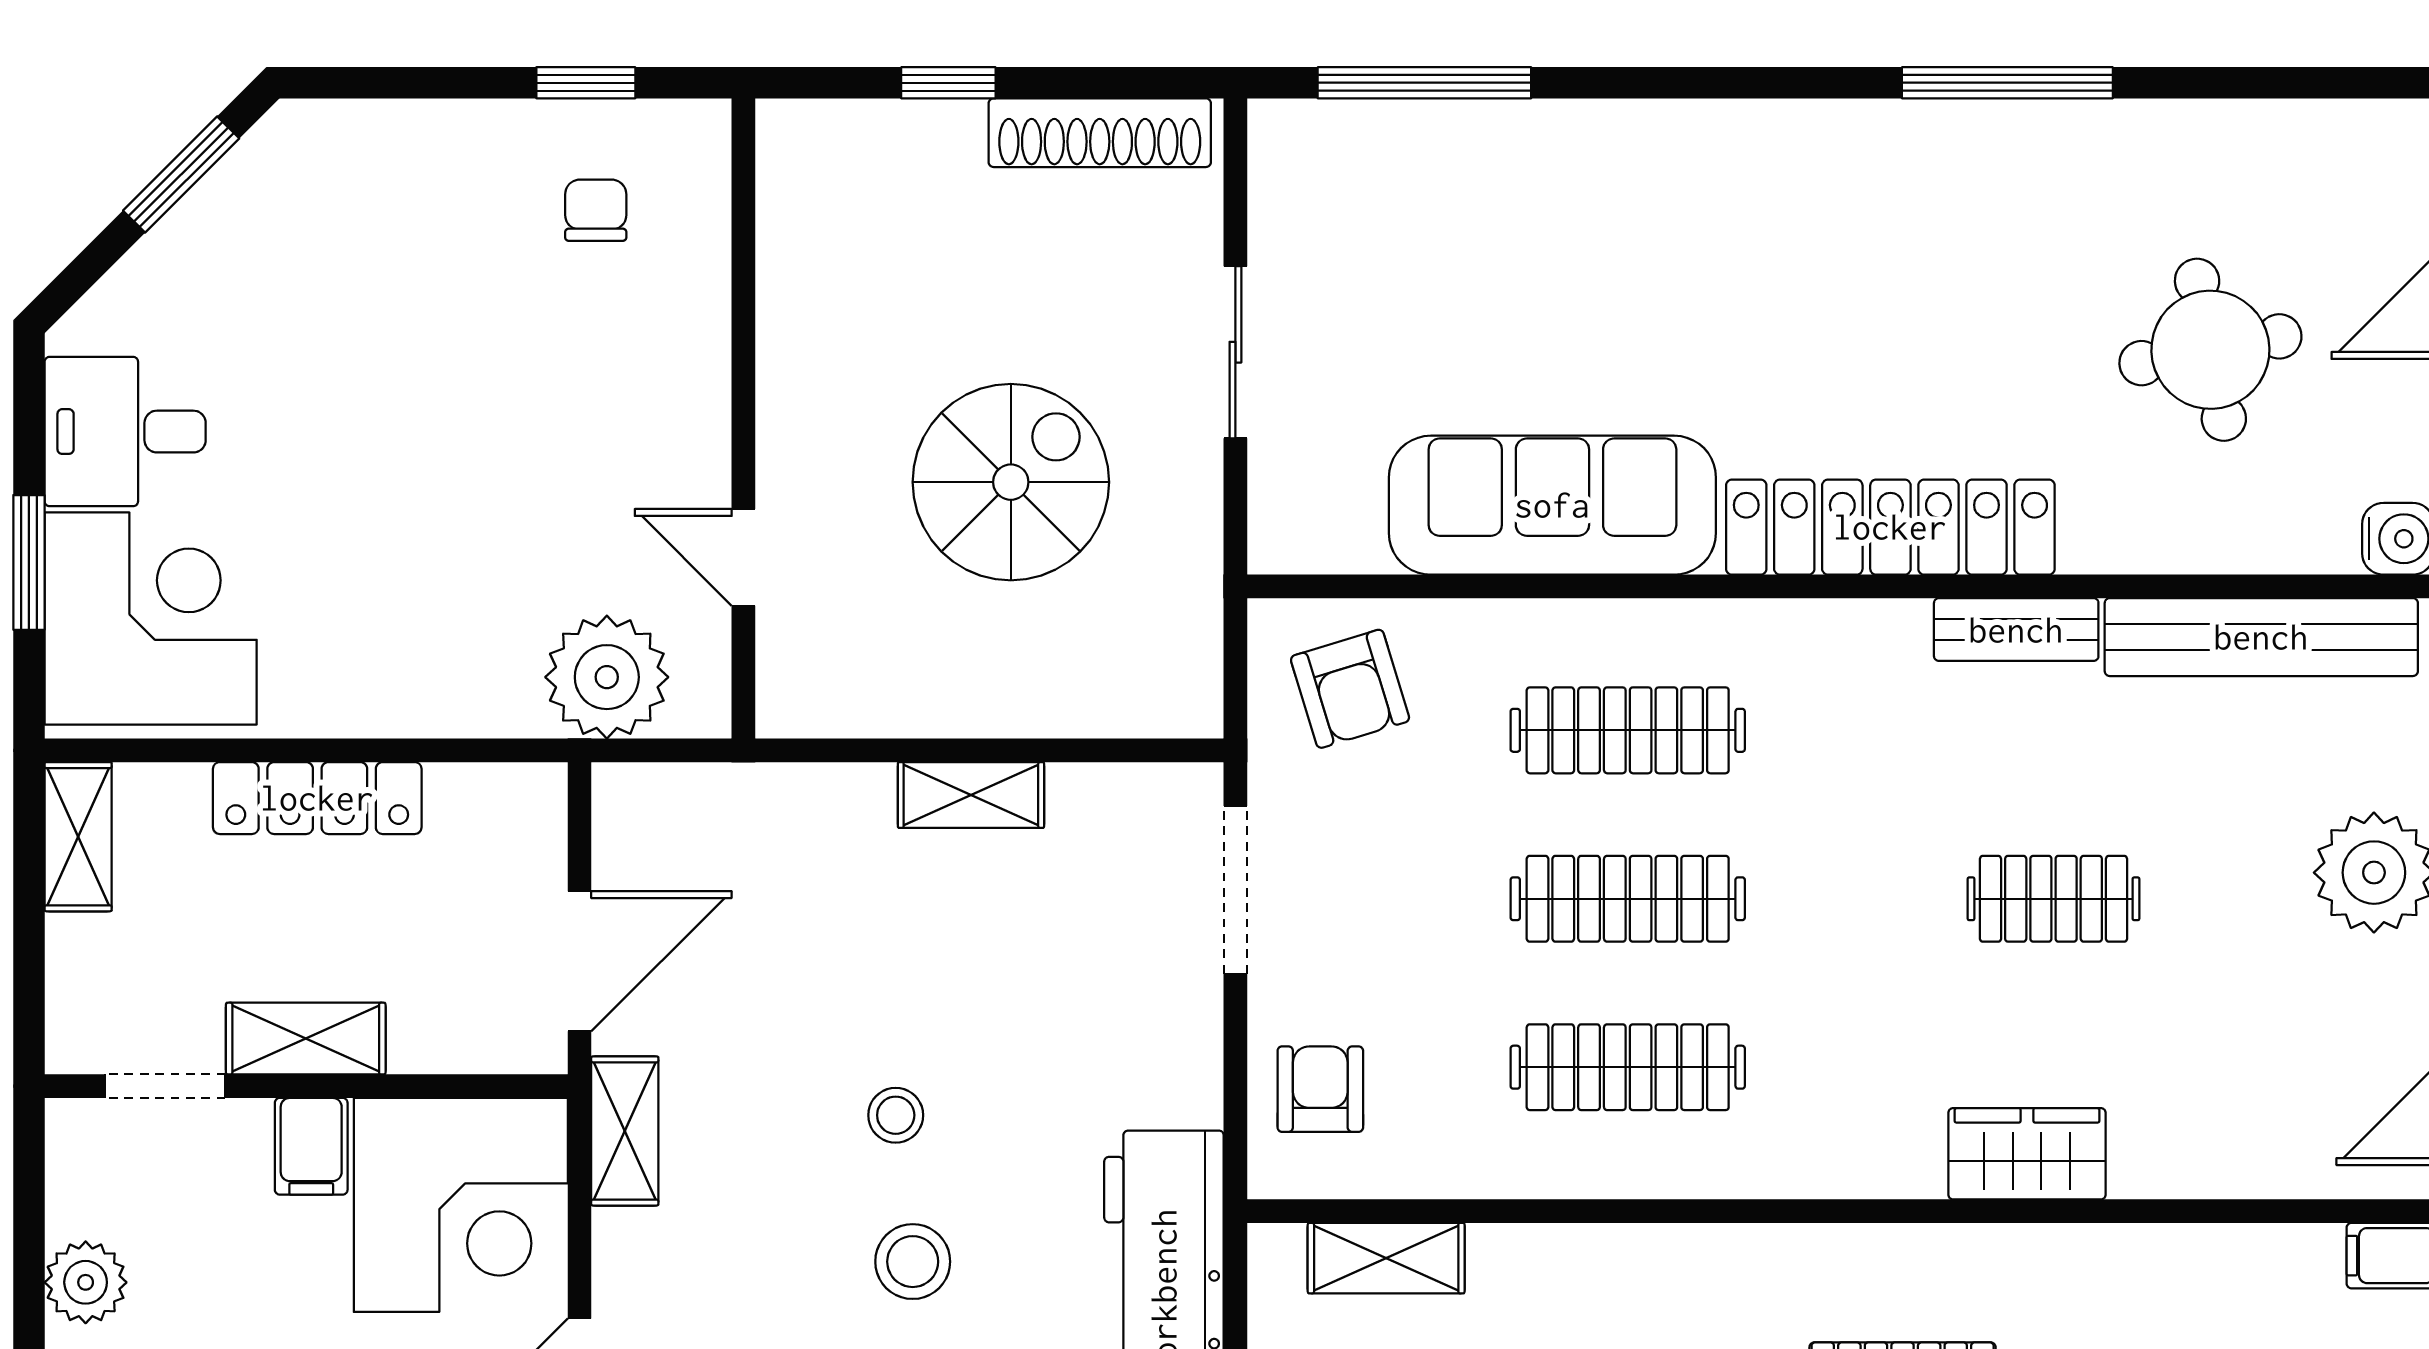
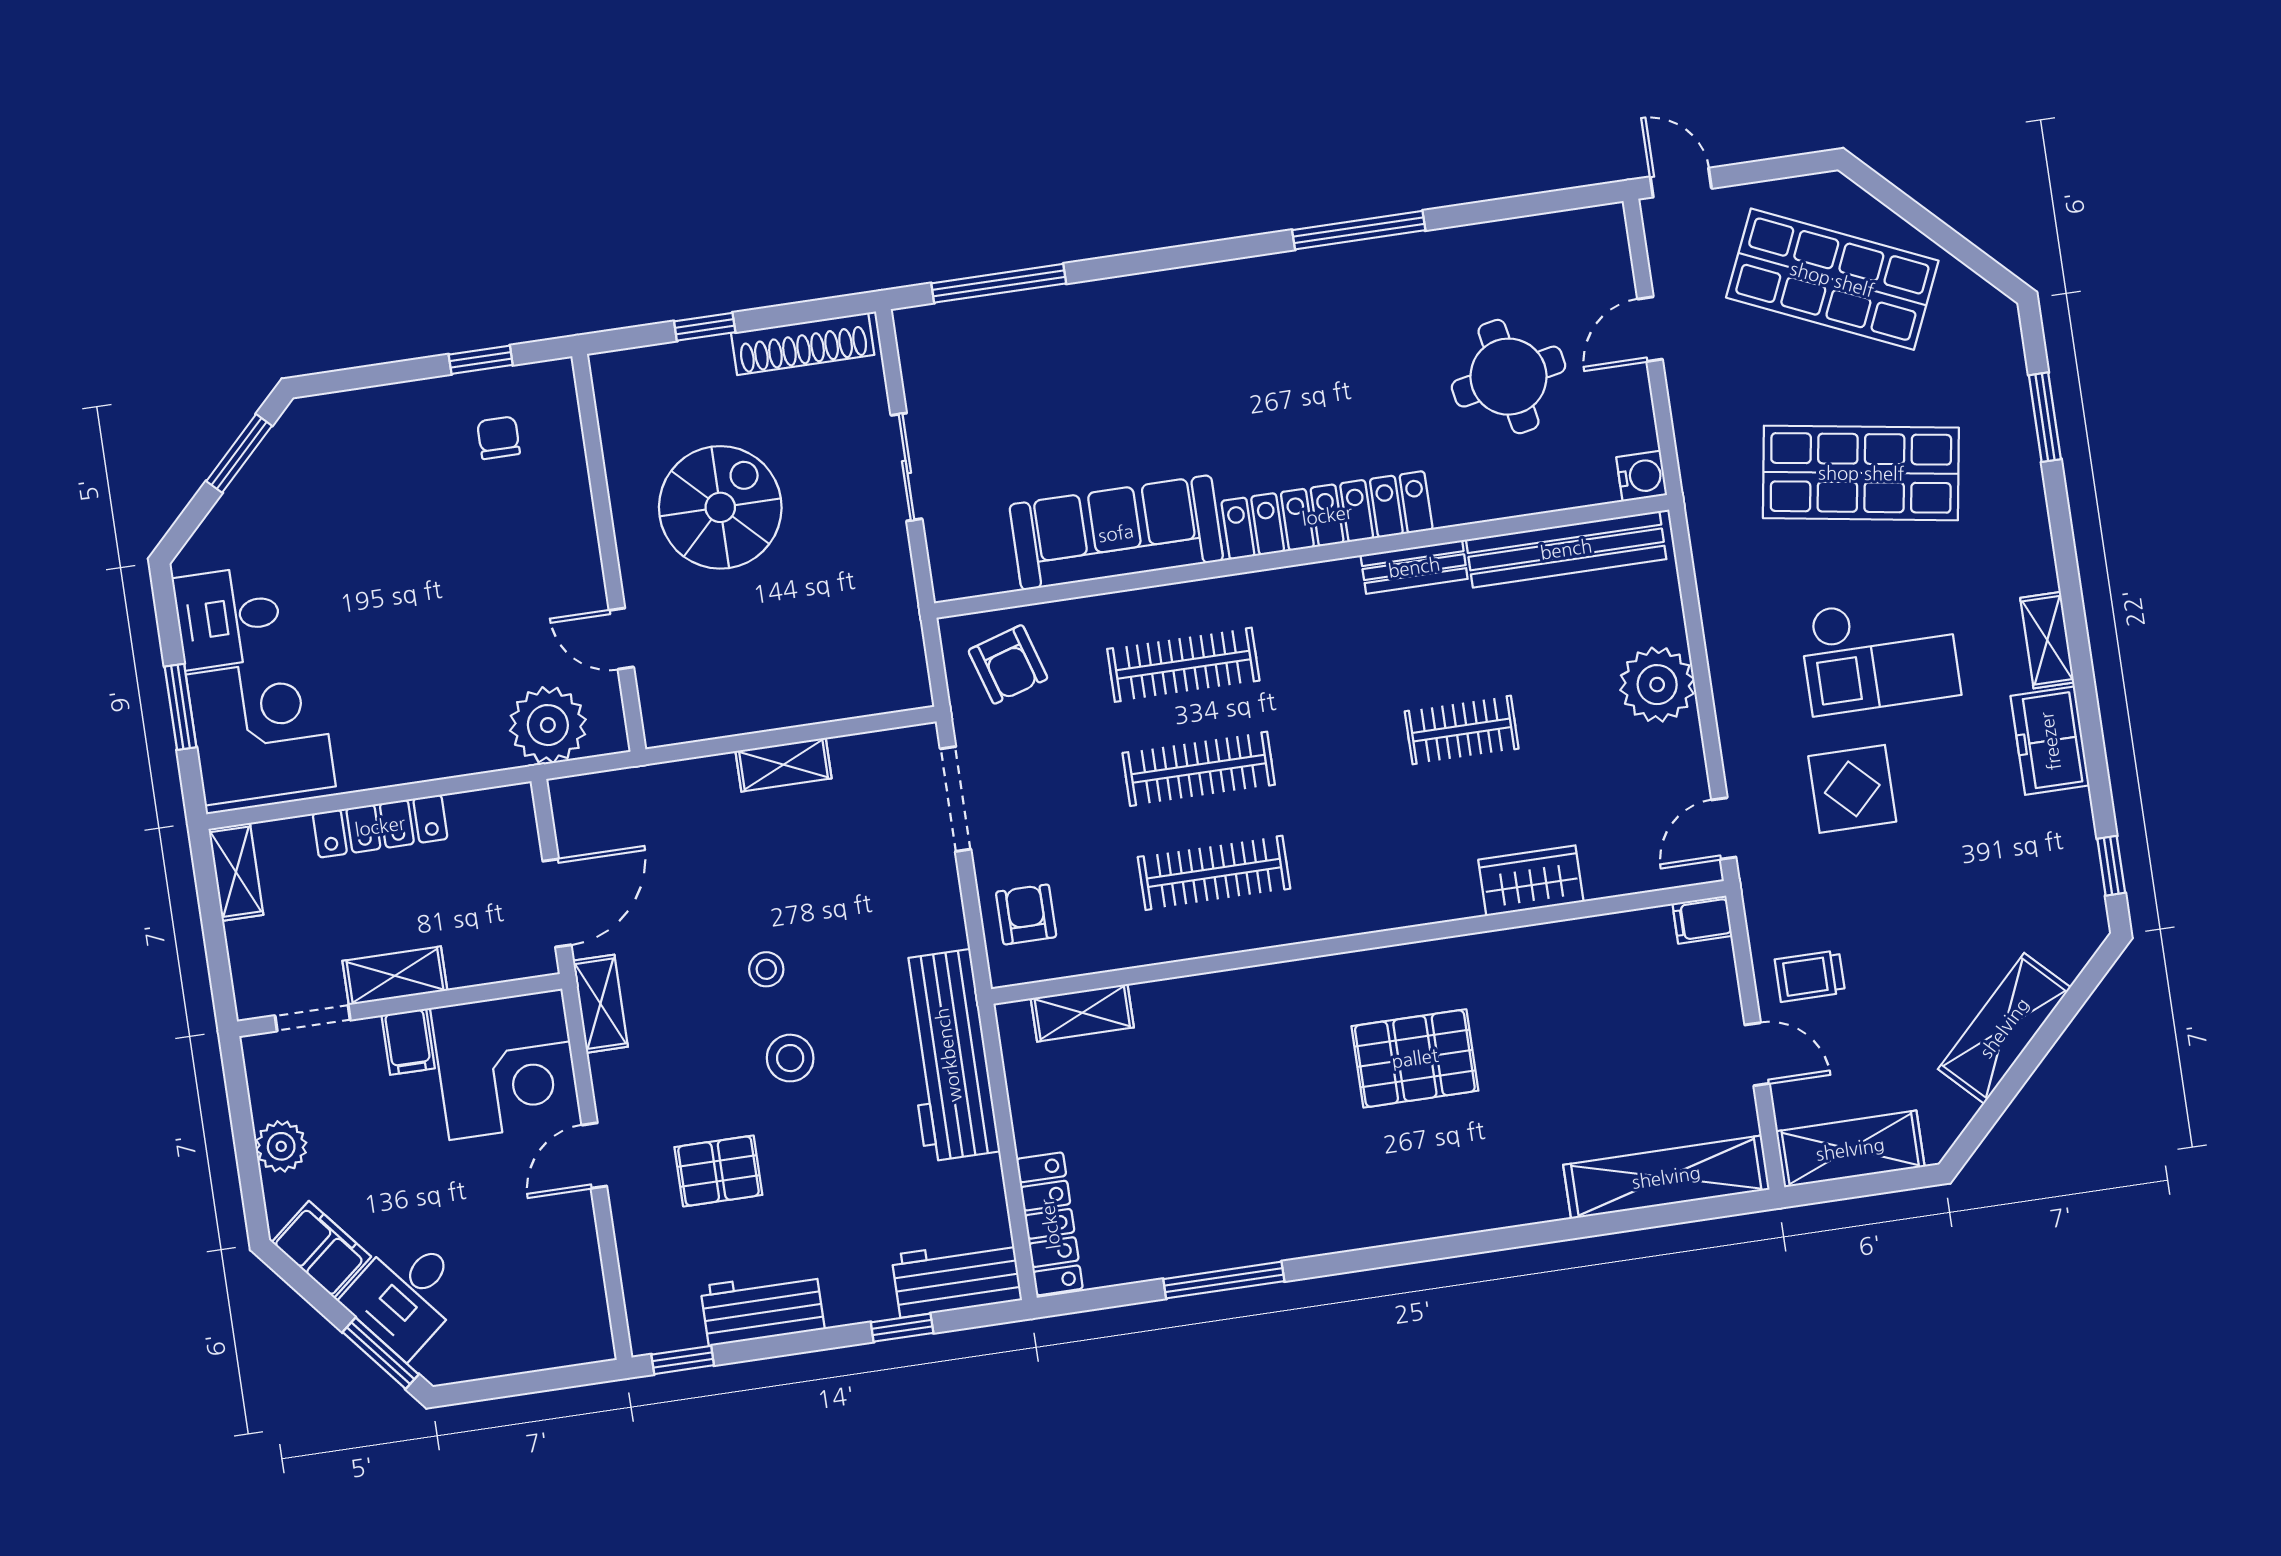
spiral stairs: (1011, 482) -> (720, 507), moved
wardrobe: (2027, 1154) -> (1531, 881), moved

